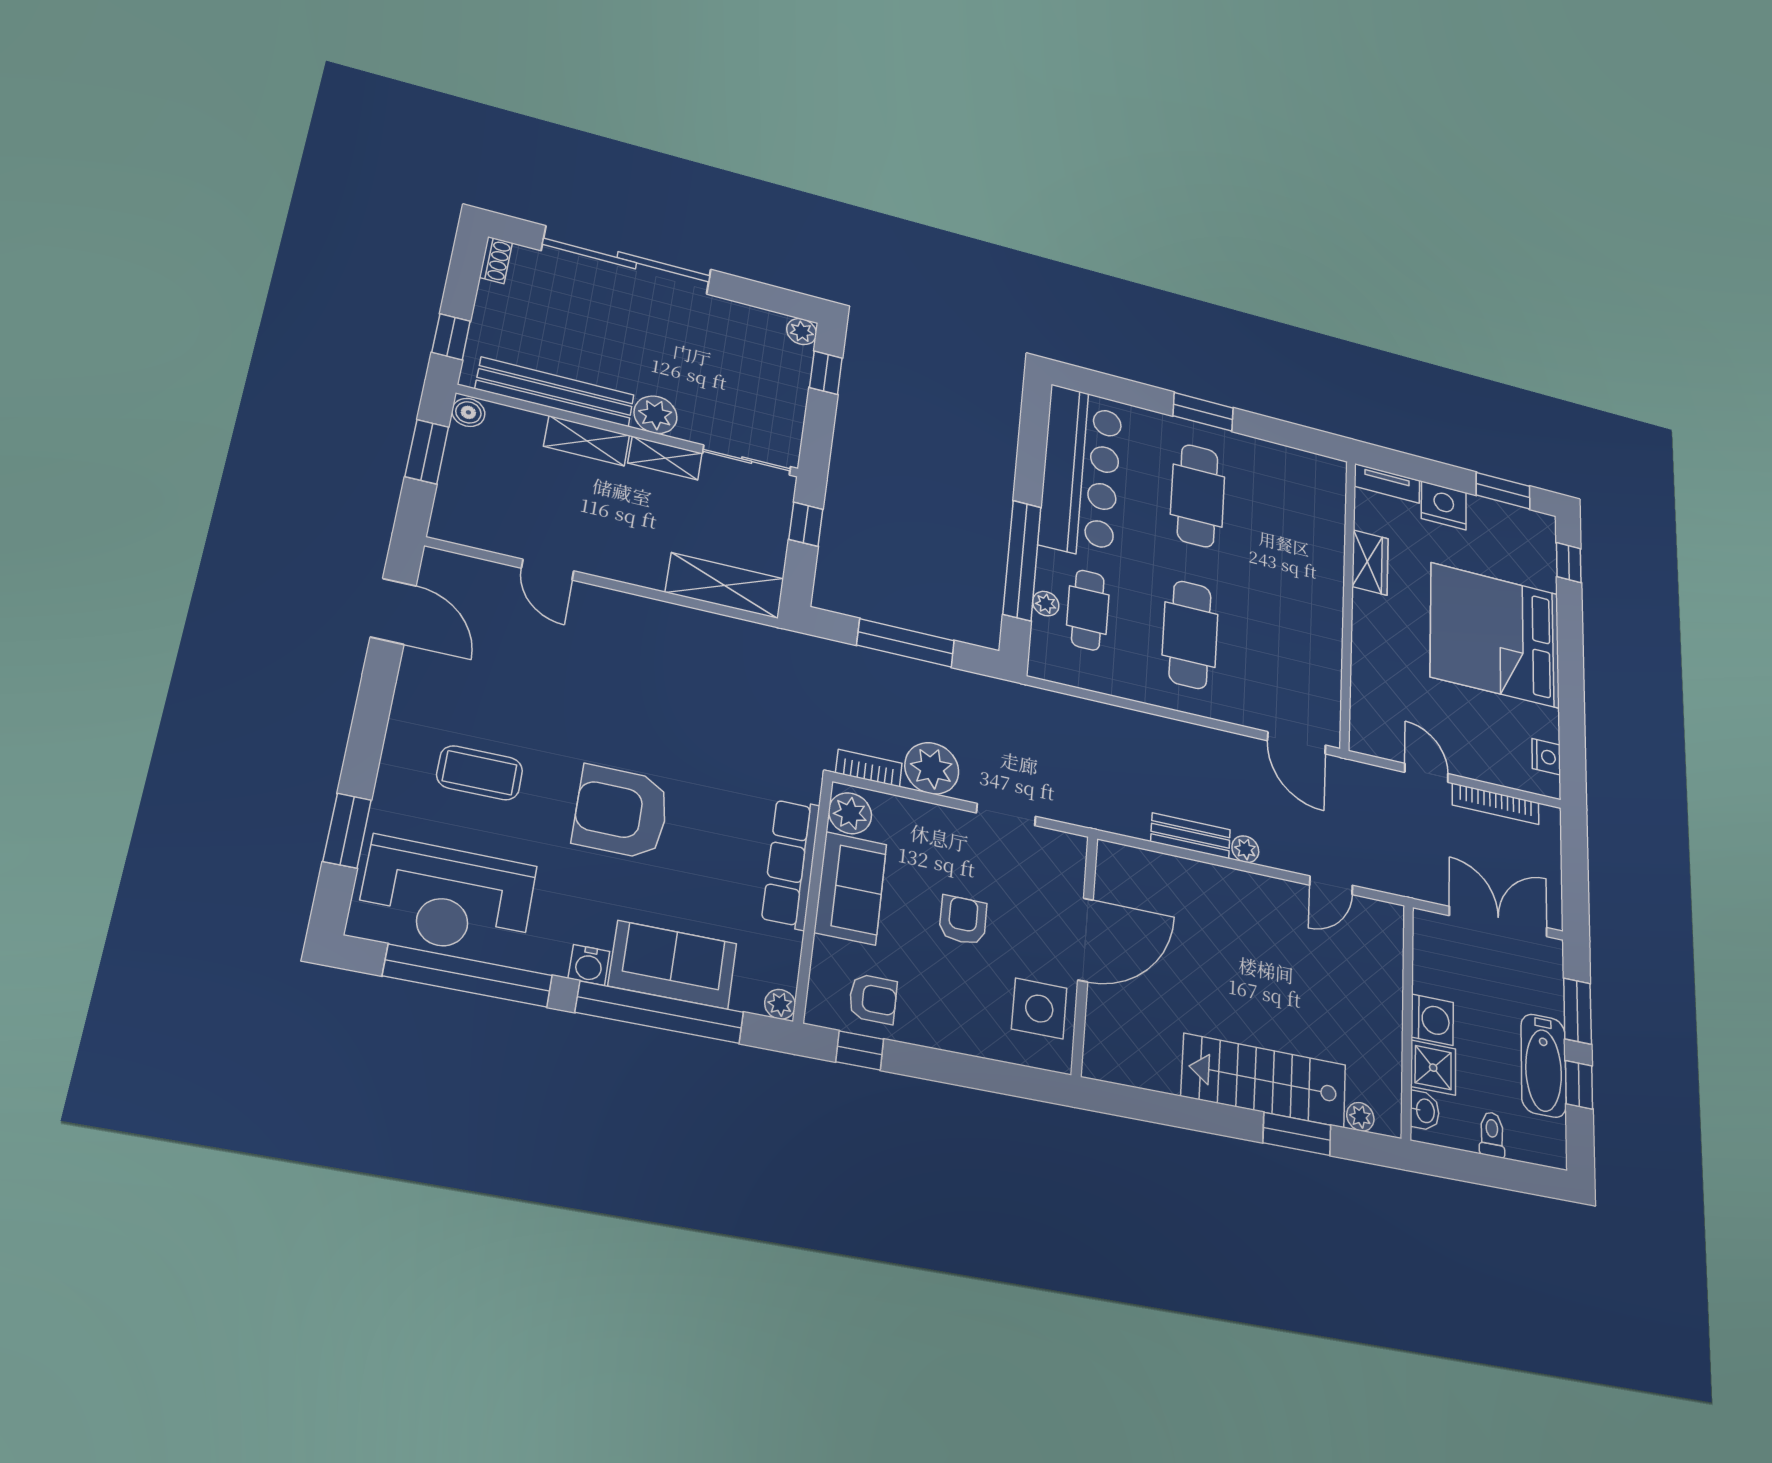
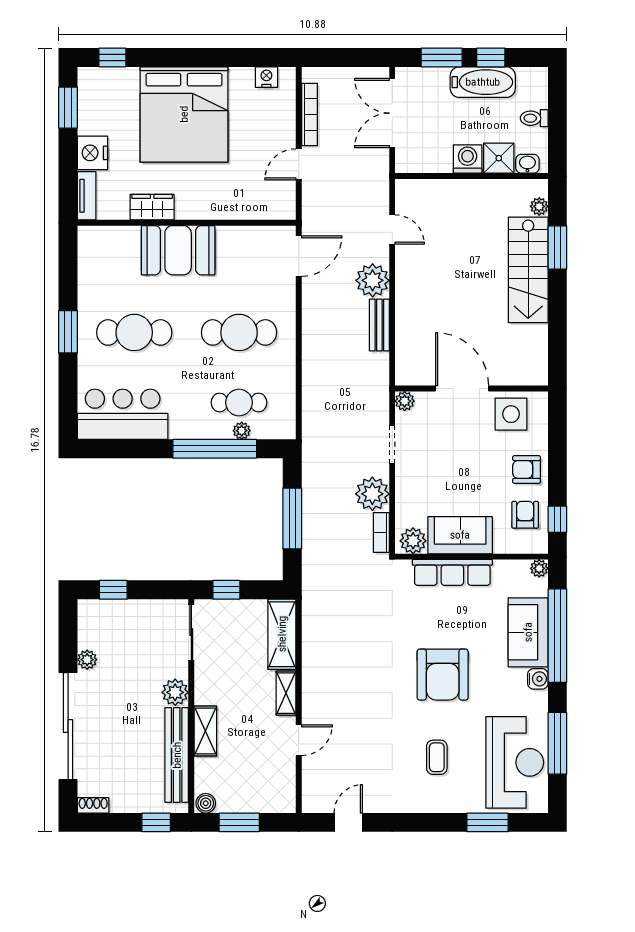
plant: (802, 331) -> (87, 660), moved
shelving: (665, 458) -> (286, 693), moved
bar counter: (1081, 472) -> (123, 414), width x0.73
booth: (1310, 581) -> (178, 250), added
door: (393, 611) -> (348, 822), width x0.73
coffee table: (480, 773) -> (437, 757), width x0.73, depth x0.77
plant: (1072, 848) -> (405, 401), added
plant: (1245, 849) -> (373, 280), width x1.88, depth x1.88
armchair: (963, 920) -> (527, 469), moved
window: (468, 976) -> (557, 743), width x0.68

